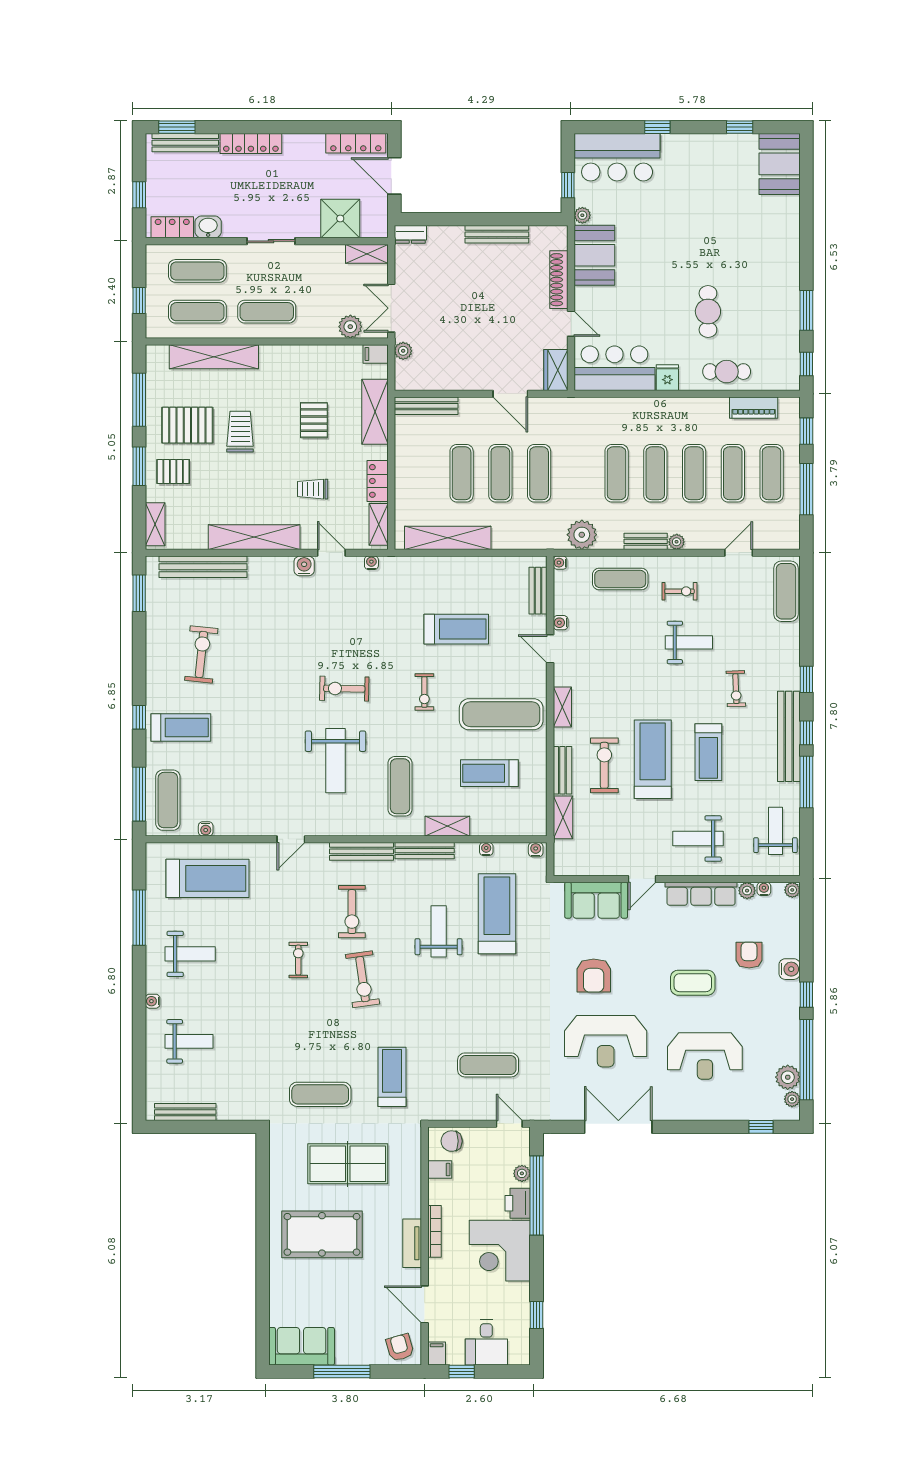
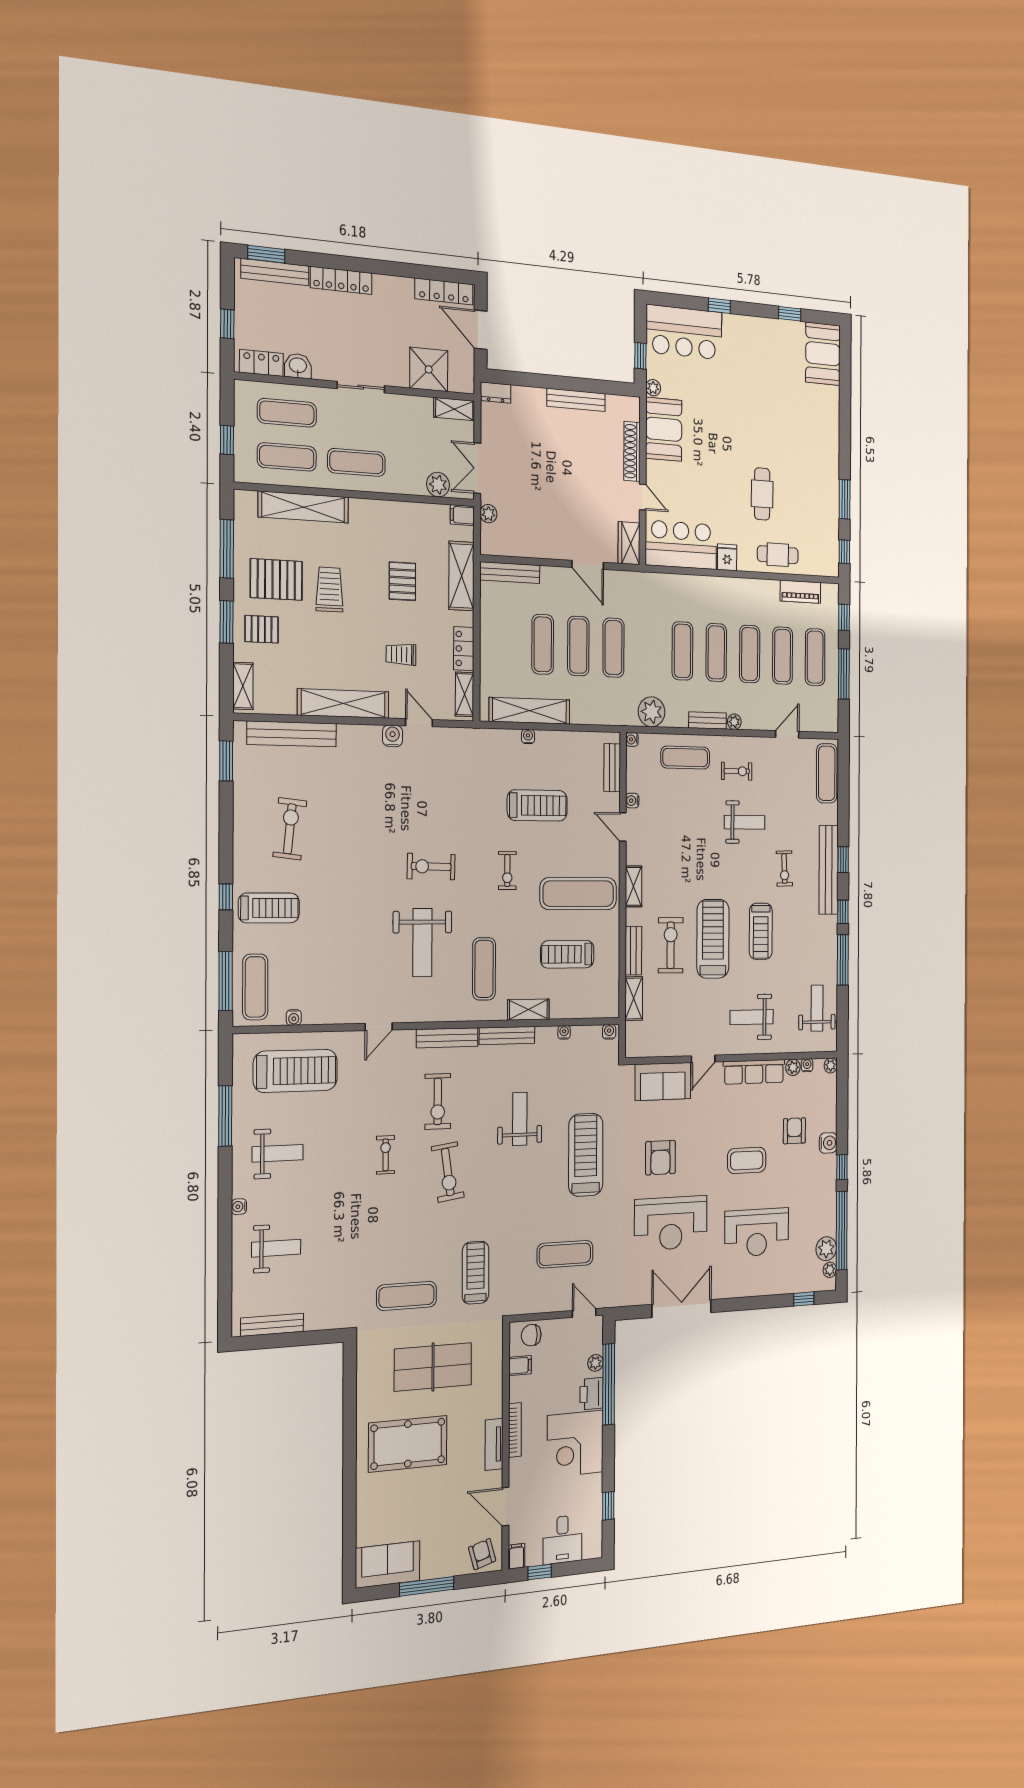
water cooler: (371, 563) -> (528, 737), moved
bench: (789, 736) -> (829, 870), moved
treadmill: (497, 914) -> (586, 1155), moved

